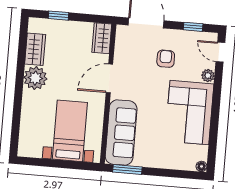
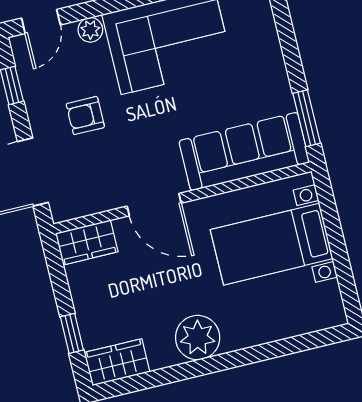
wardrobe: (35, 49) -> (117, 362), moved

